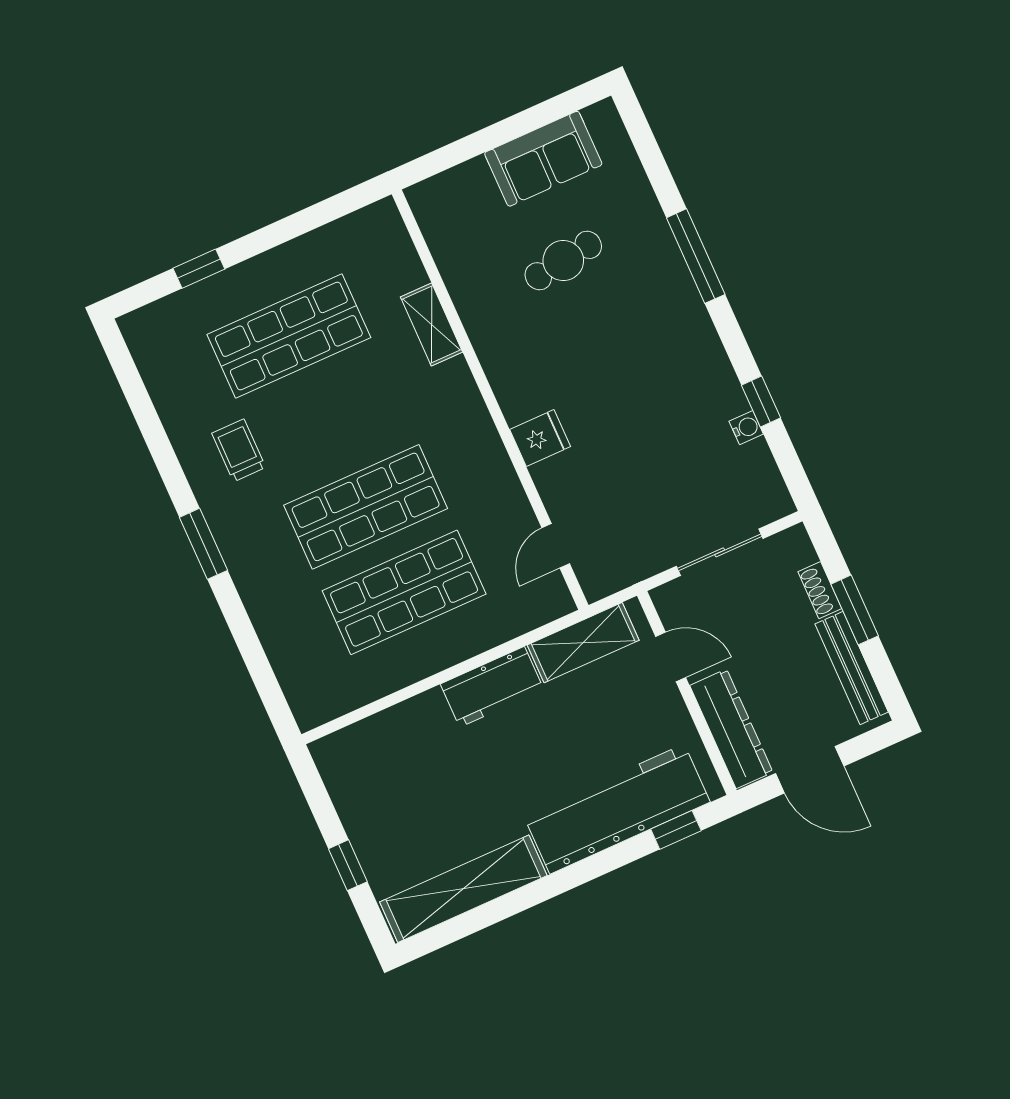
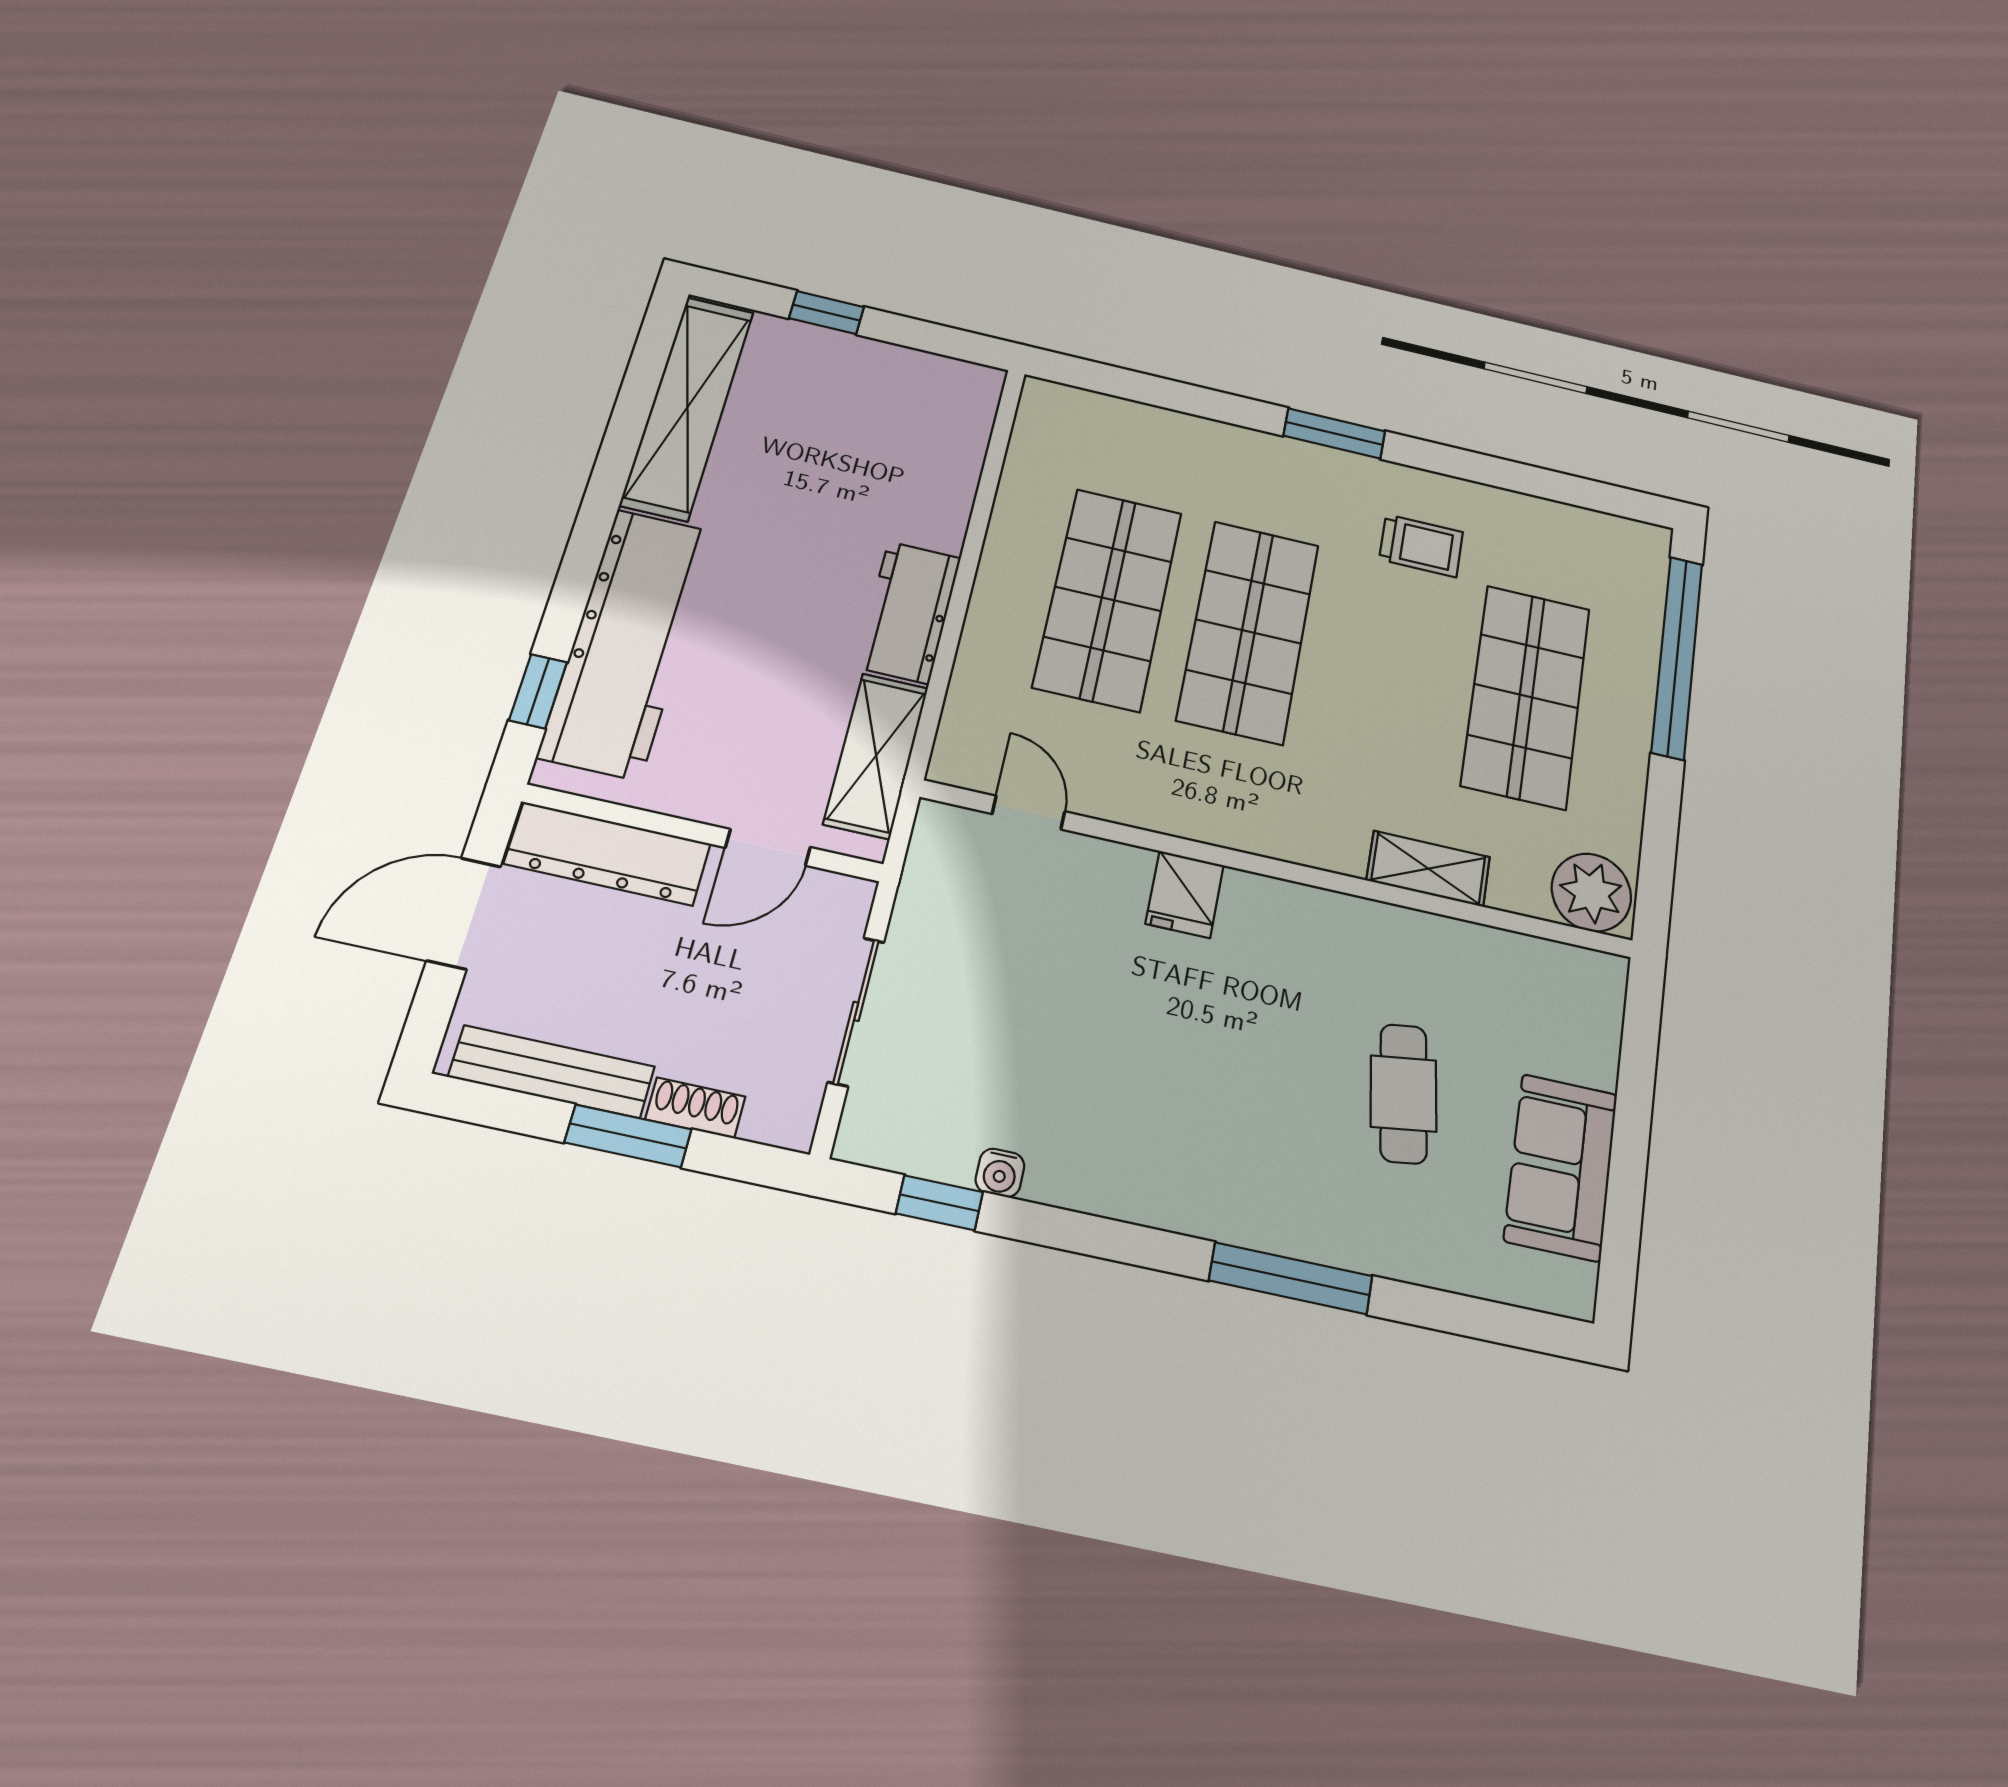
plant: (380, 232) -> (1591, 892), added
window: (199, 269) -> (1677, 657), width x3.17
window: (761, 402) -> (939, 1203), moved

